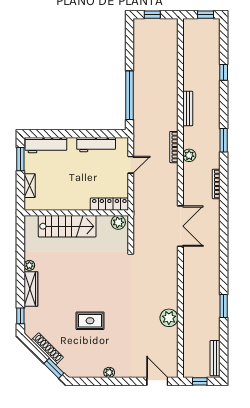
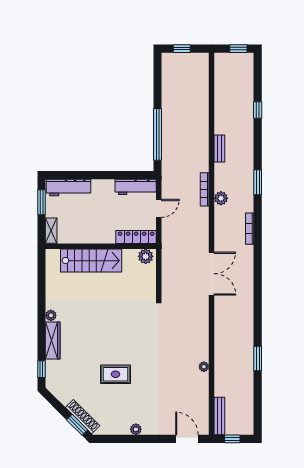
bench: (188, 109) -> (219, 148), width x0.73
workbench: (96, 145) -> (136, 187), moved
locker: (109, 204) -> (136, 237), moved
wall: (76, 213) -> (101, 246), moved
plant: (118, 222) -> (146, 256), moved
stairs: (67, 226) -> (91, 261), moved
plant: (169, 318) -> (204, 367), width x0.53, depth x0.53
shoe rack: (47, 349) -> (83, 417), moved
bench: (215, 358) -> (219, 416), moved

